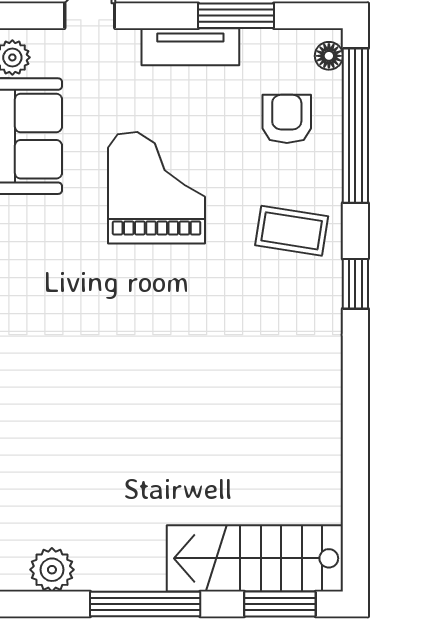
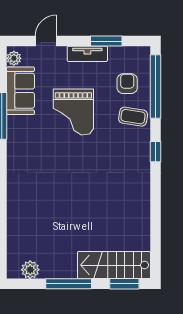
floor lamp: (329, 56) -> (145, 58), removed
grand piano: (157, 188) -> (73, 112), turned 180
coffee table: (292, 231) -> (133, 117), moved

